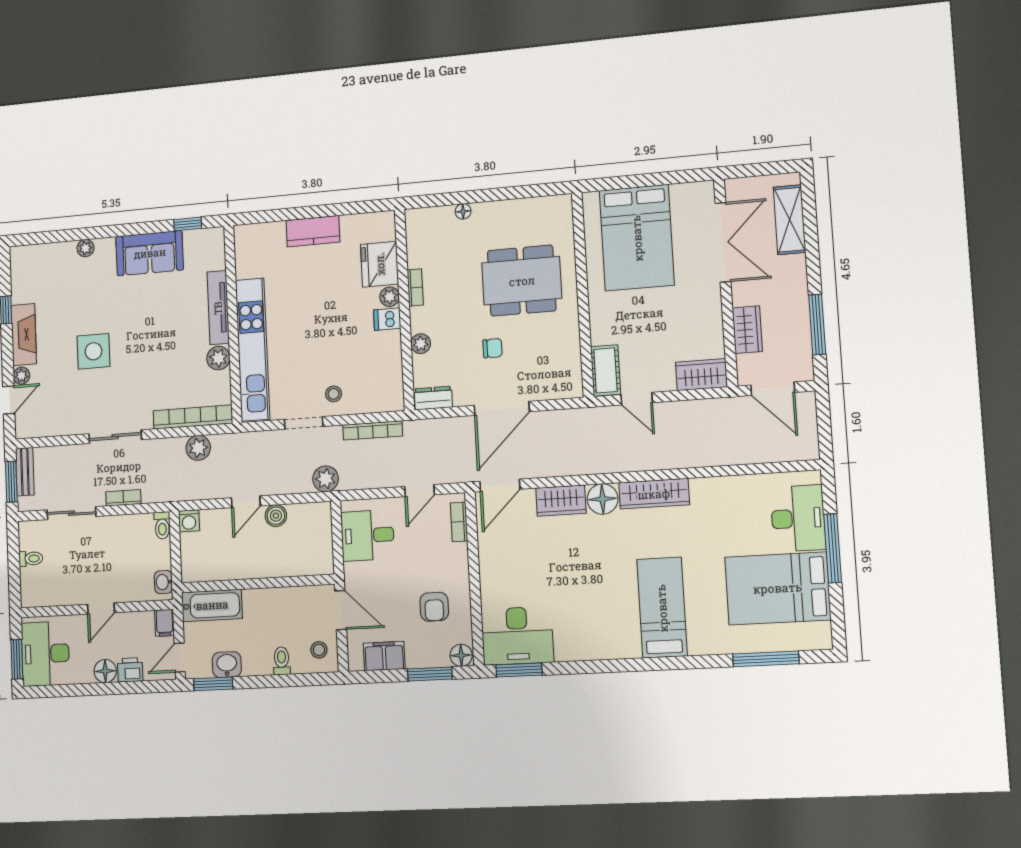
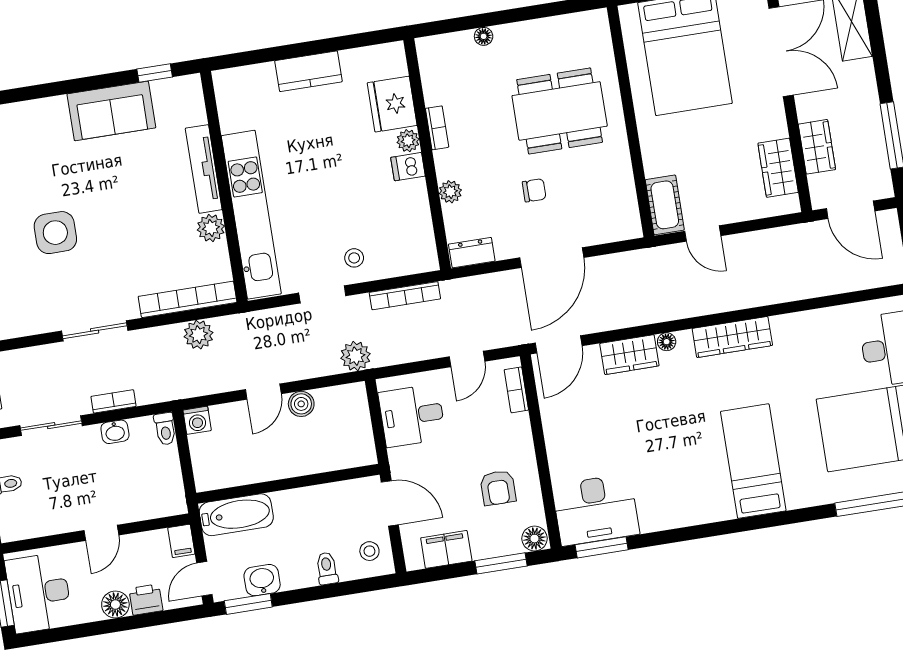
plant: (85, 248) -> (30, 110), removed
wardrobe: (701, 375) -> (778, 168), moved, turned -90
floor lamp: (603, 499) -> (667, 342), width x0.53, depth x0.53
washbasin: (163, 582) -> (115, 432), moved, turned -90

